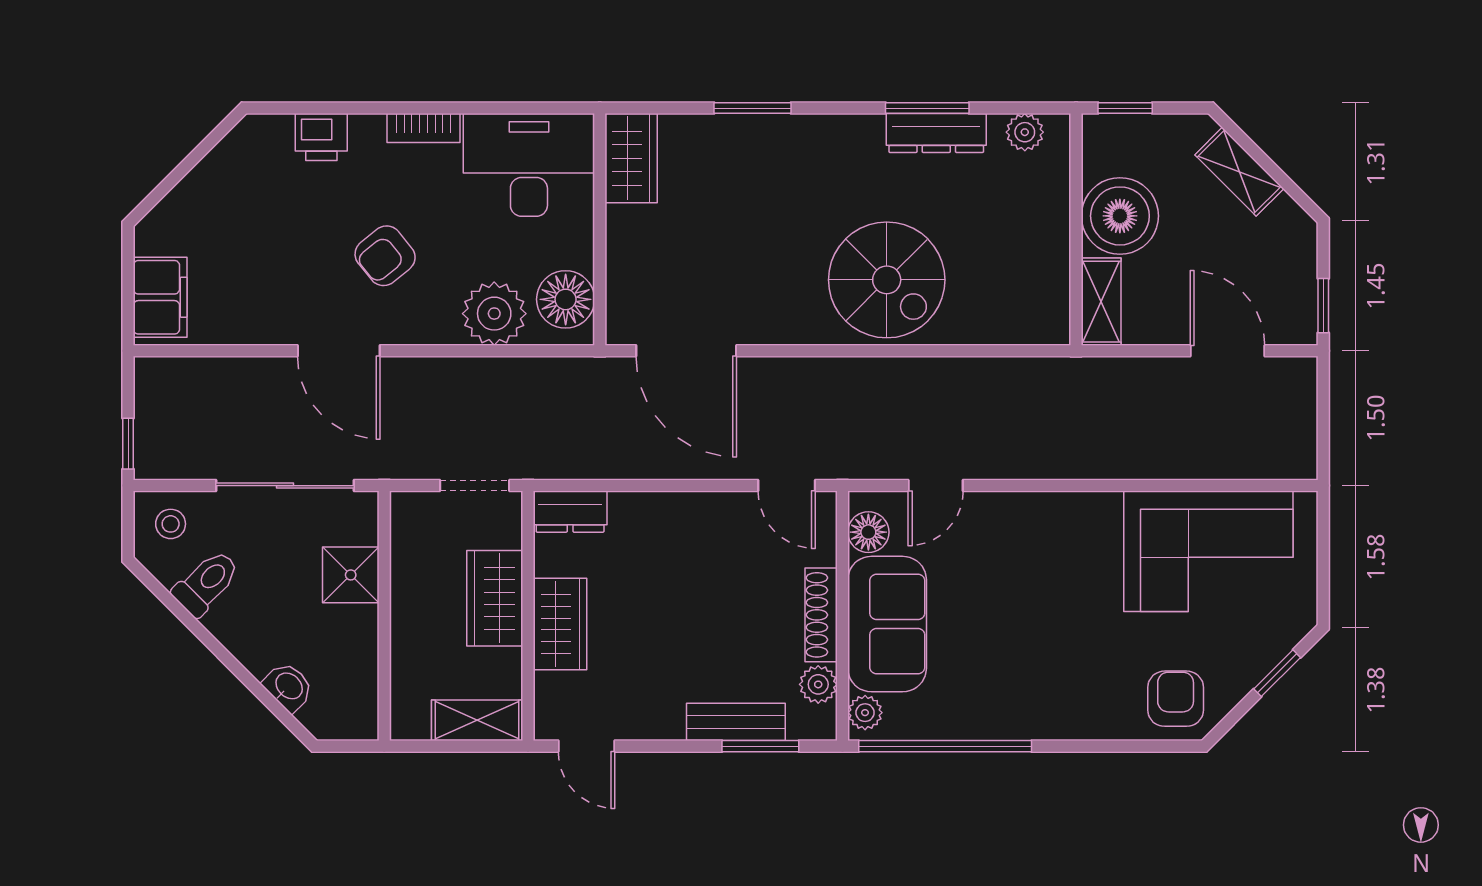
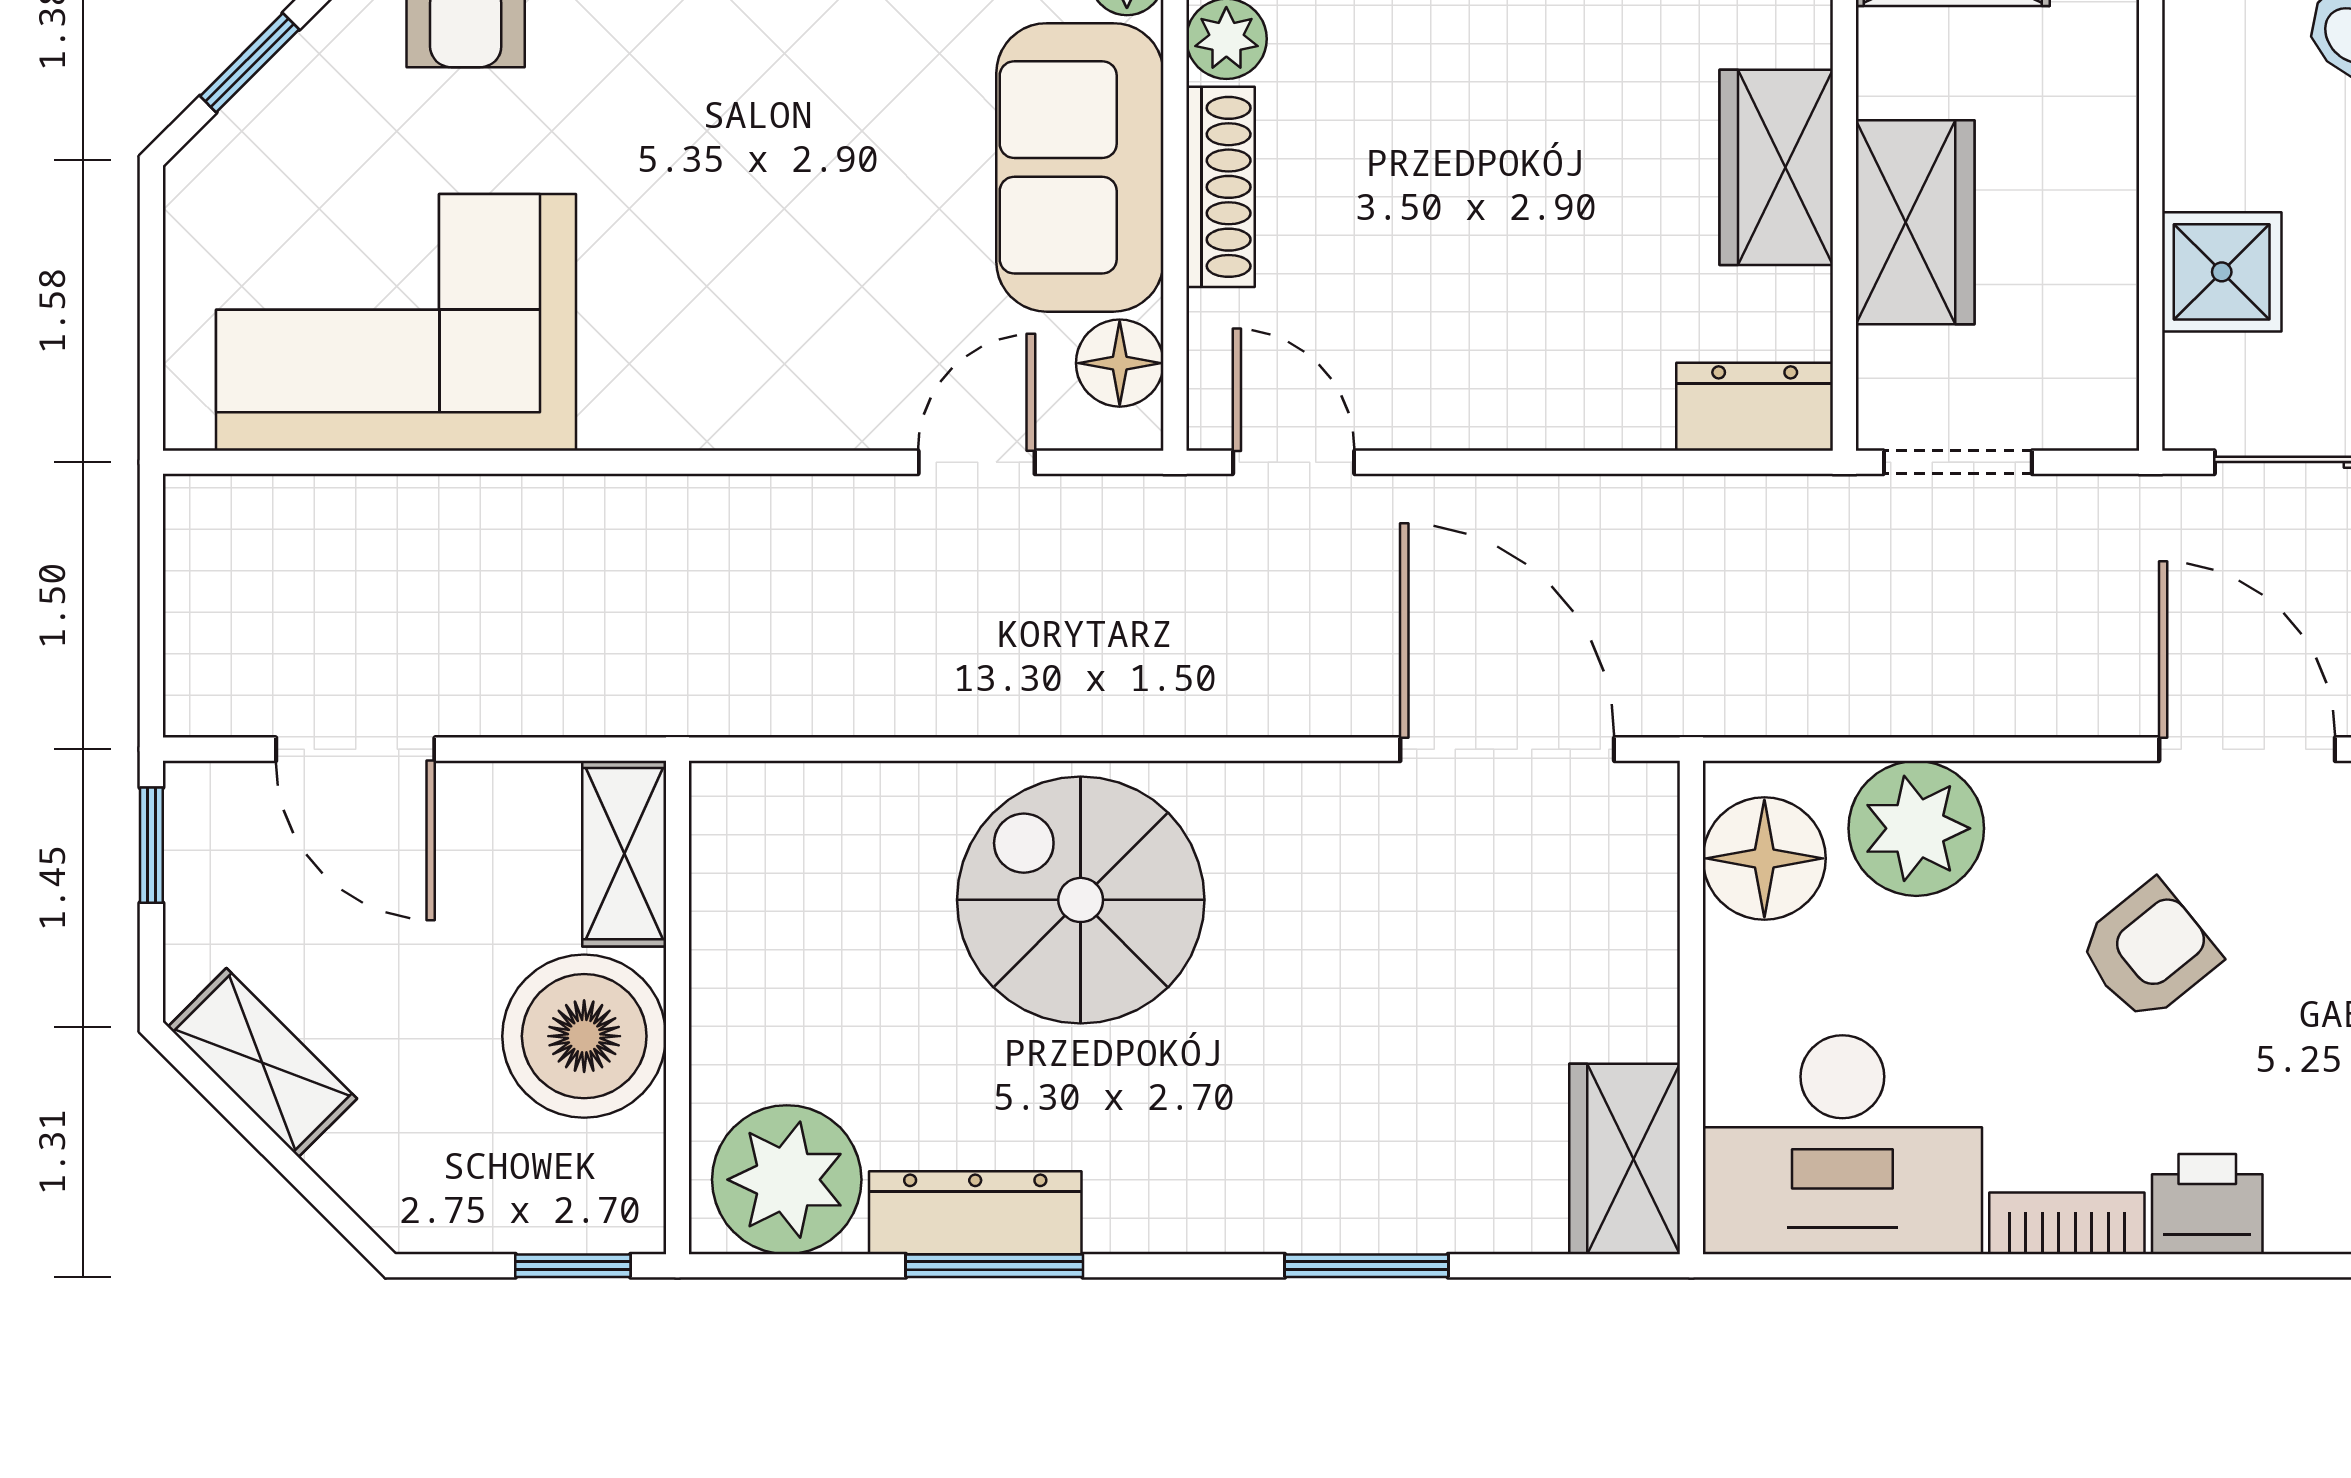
plant: (1025, 132) -> (787, 1180), width x1.87, depth x1.87
printer: (321, 137) -> (2207, 1204), moved
shelving: (1239, 172) -> (262, 1063), moved

